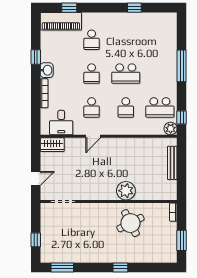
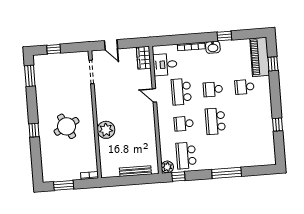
school desk: (92, 107) -> (181, 92), width x1.85
round table: (130, 223) -> (67, 126), moved

